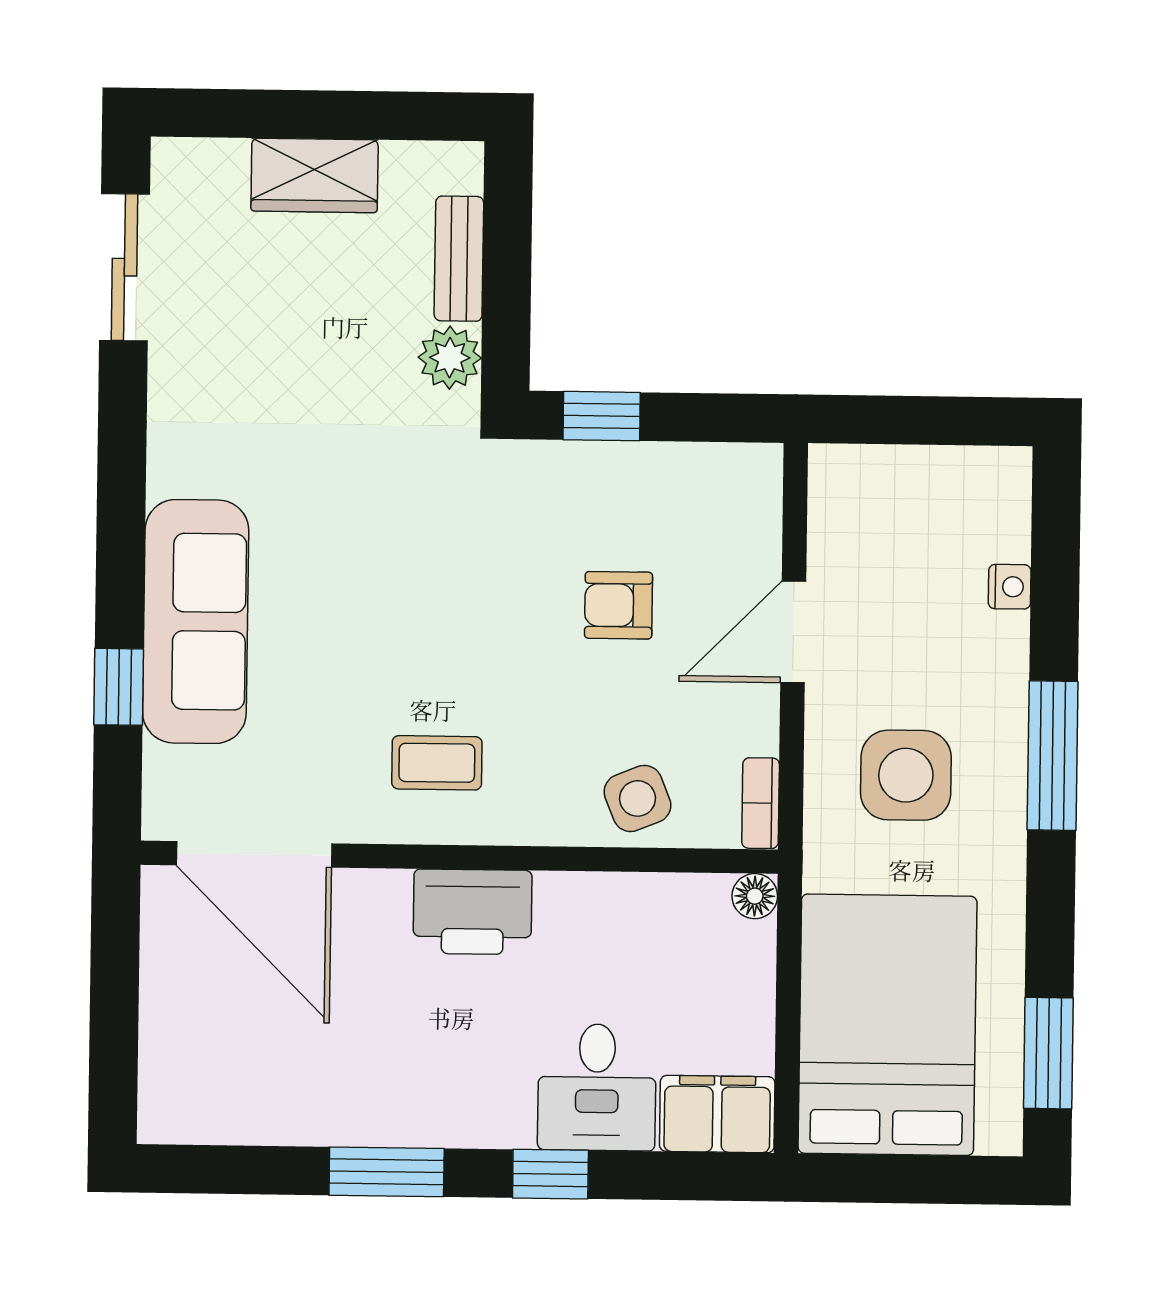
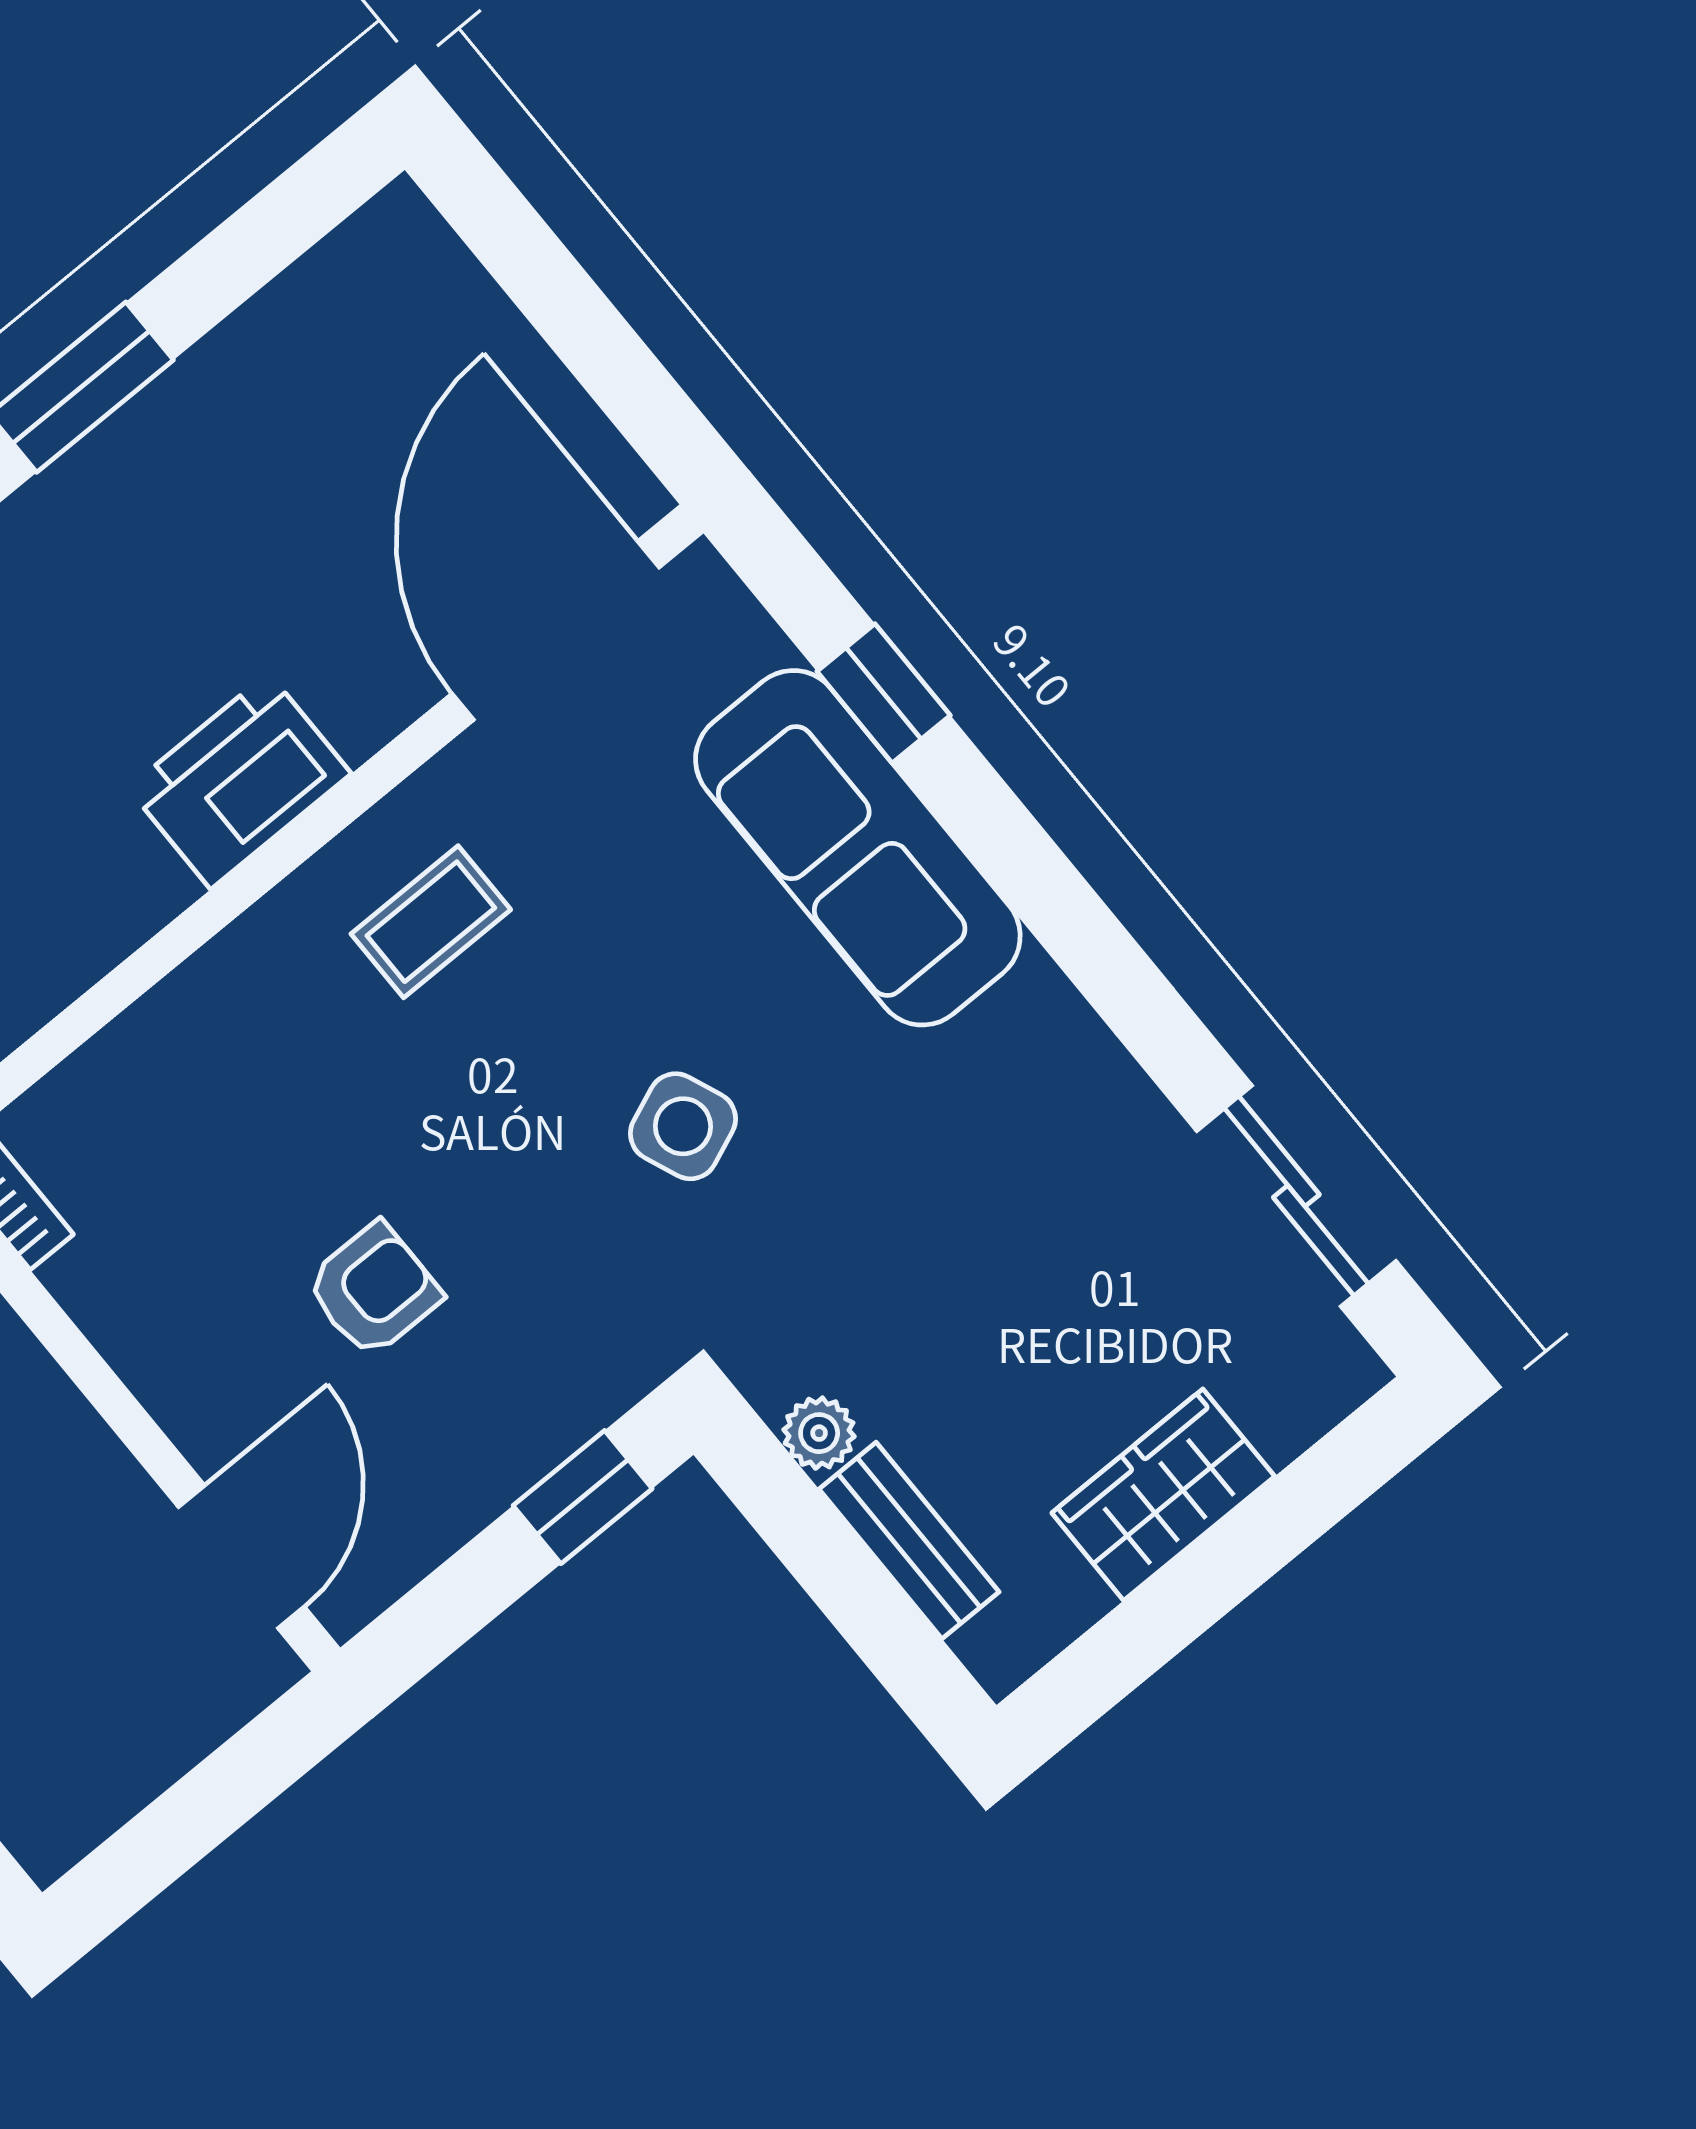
plant: (450, 358) -> (819, 1433), width x0.73, depth x0.73
door: (793, 632) -> (241, 1557), moved
side table: (637, 798) -> (683, 1126), moved
door: (254, 854) -> (556, 631), hinge flipped

